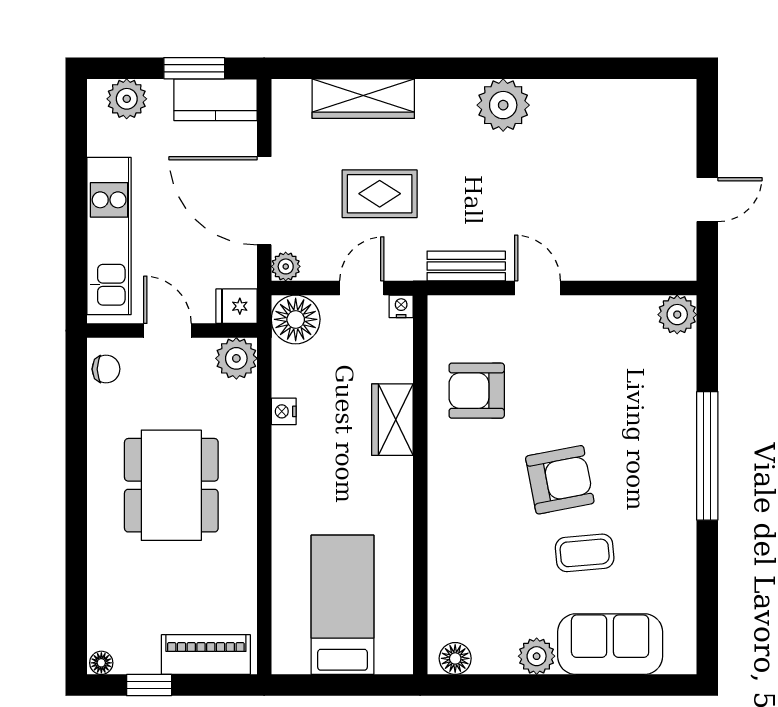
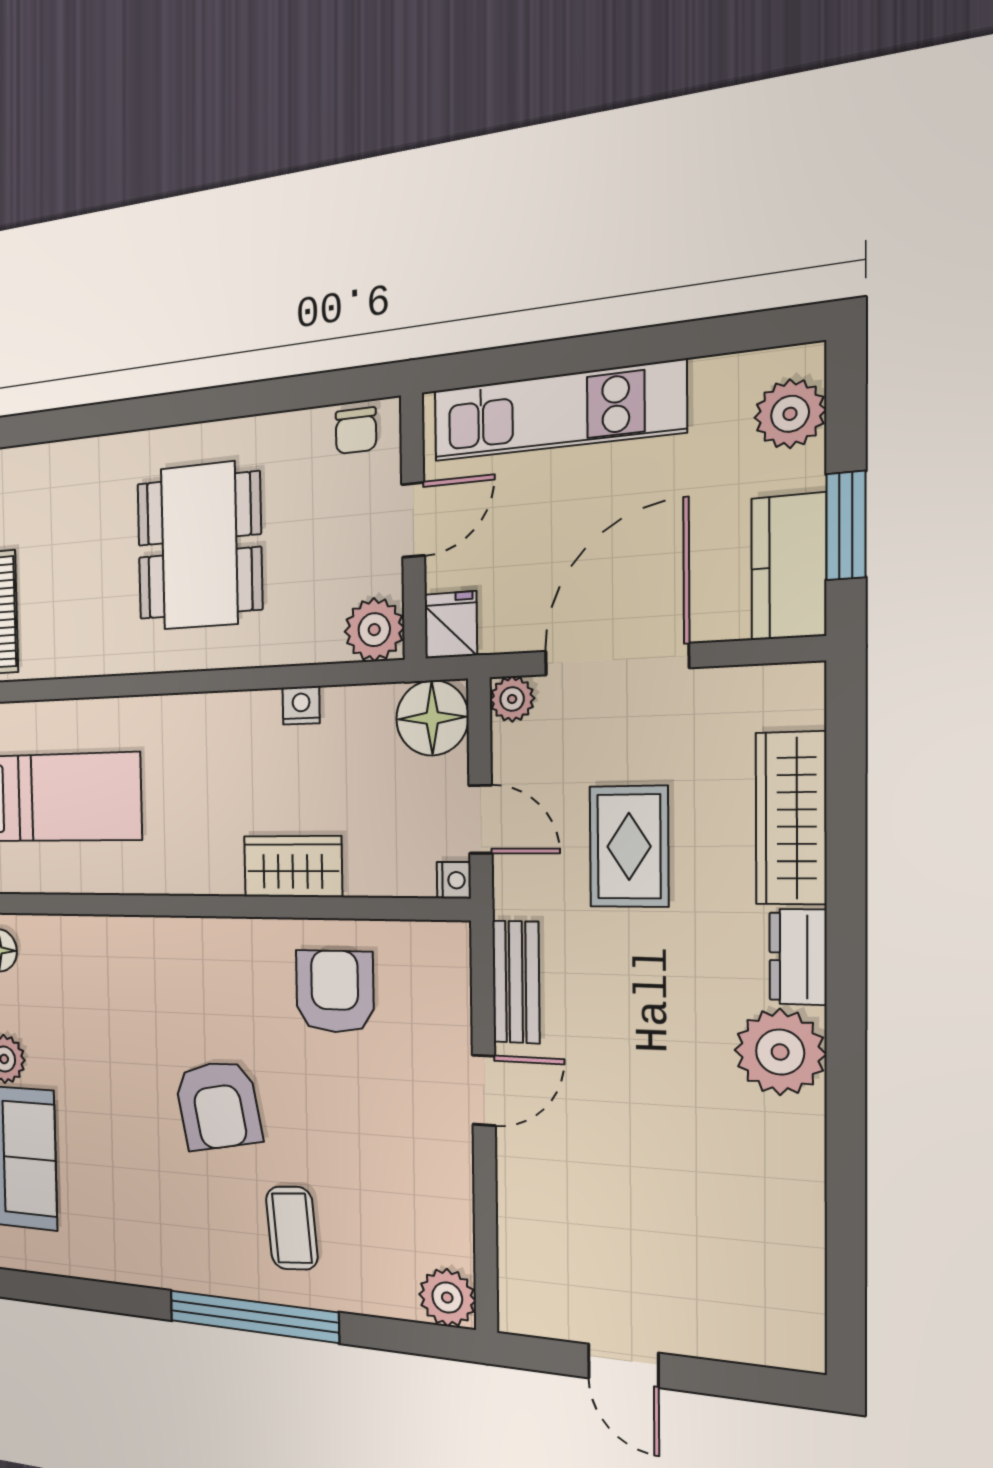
dresser: (446, 95) -> (798, 957), added
dining table: (171, 485) -> (199, 546), turned 90
coffee table: (585, 553) -> (292, 1228), moved

